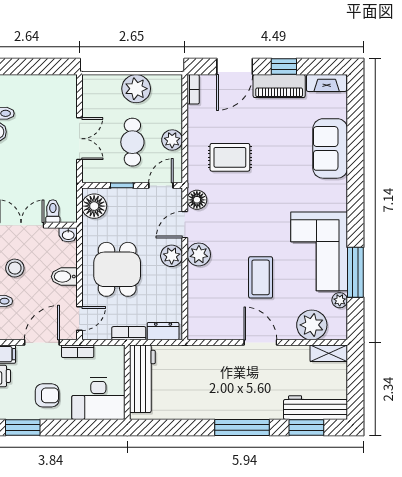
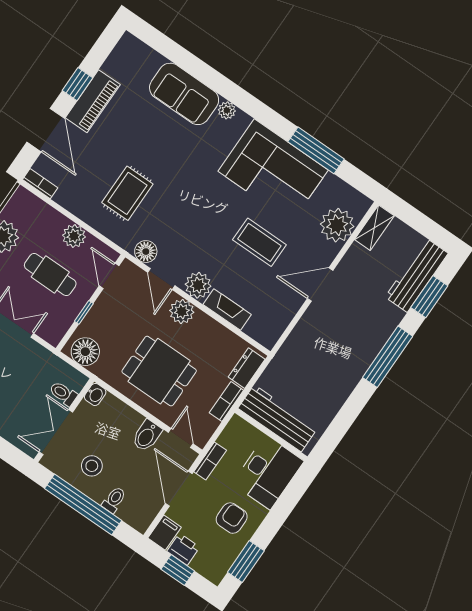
fireplace: (327, 83) -> (227, 309), moved, turned -90
bidet: (64, 277) -> (147, 436), moved
plant: (340, 300) -> (227, 110), moved

